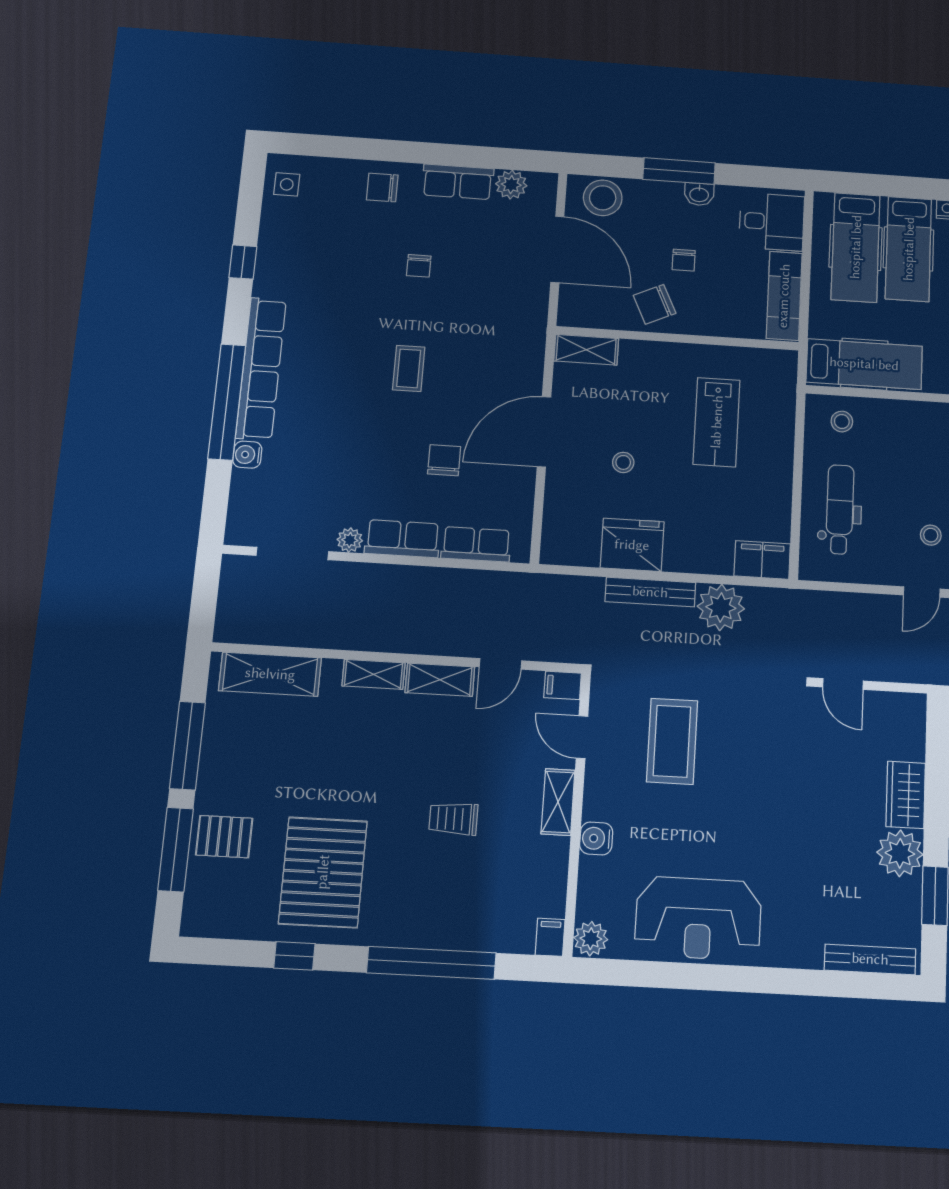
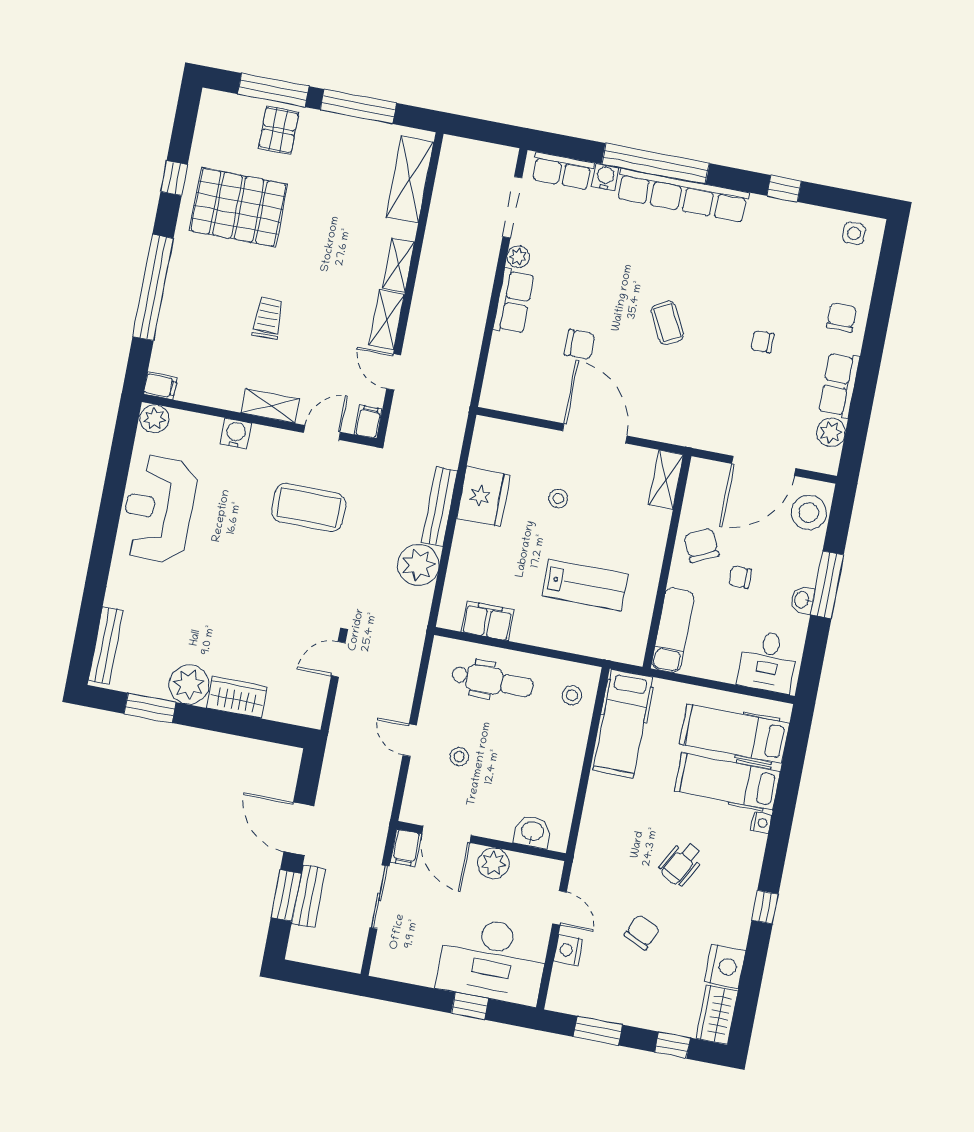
exam couch: (784, 296) -> (673, 630), moved, turned 90
coffee table: (409, 368) -> (667, 323), turned 63
lab bench: (717, 422) -> (585, 585), turned 180
row of seats: (476, 544) -> (562, 171), moved, turned 90
filing cabinet: (762, 560) -> (488, 621), moved, turned -90

